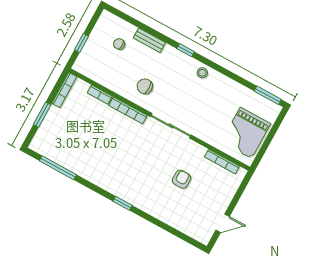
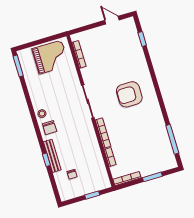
bench: (149, 40) -> (52, 156), width x1.36
window: (186, 50) -> (46, 160), moved
chair: (145, 86) -> (50, 128), moved
armchair: (182, 179) -> (129, 94), moved, width x1.88, depth x1.88
window: (123, 203) -> (142, 39), moved

